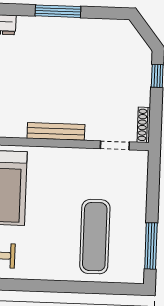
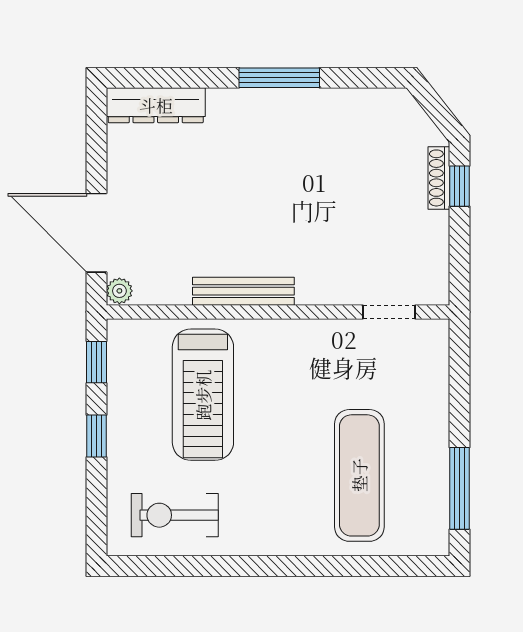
shoe rack: (144, 125) -> (439, 178), moved
bench: (56, 131) -> (243, 291), moved

